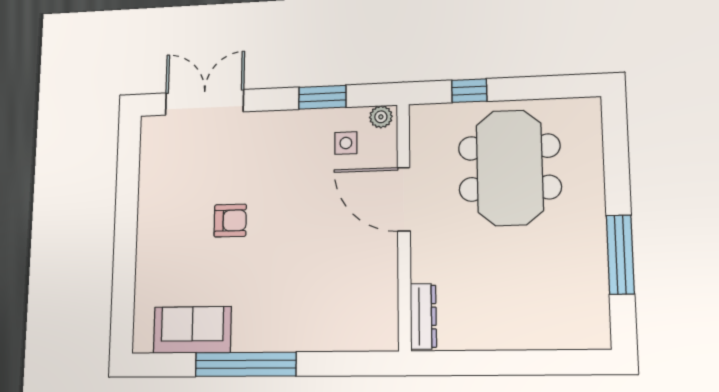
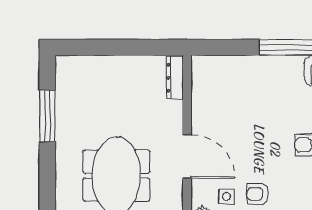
armchair: (301, 148) -> (258, 194), added

